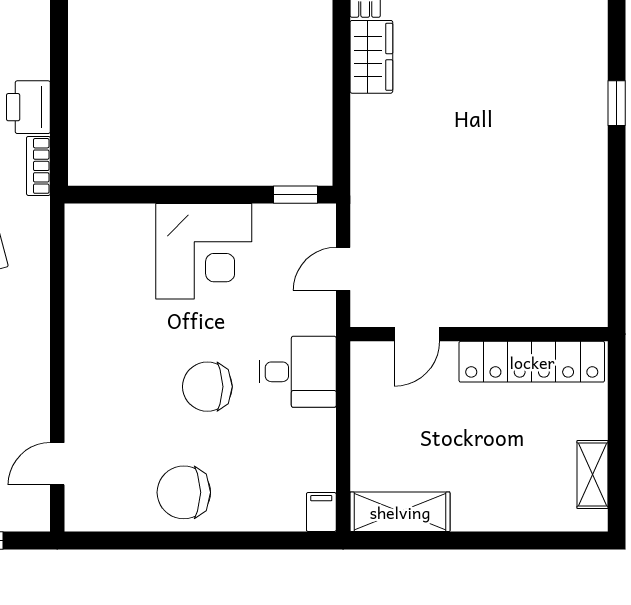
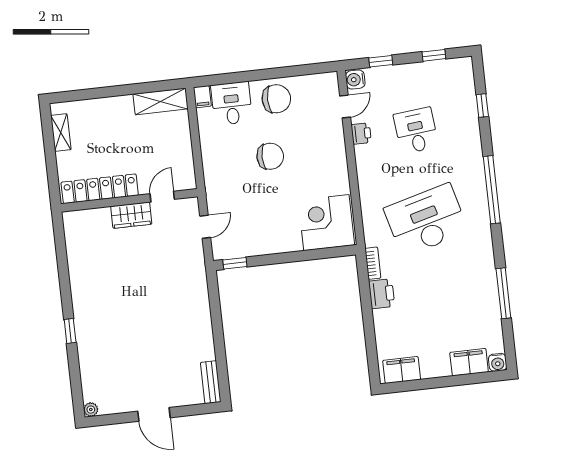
wardrobe: (371, 57) -> (131, 215), moved, turned -90
corner desk: (204, 251) -> (326, 223), moved
desk: (298, 372) -> (232, 103), moved, turned 90
printer: (33, 410) -> (361, 134), added
water cooler: (33, 512) -> (355, 80), added

